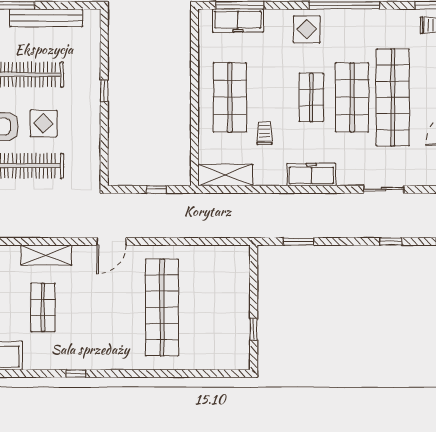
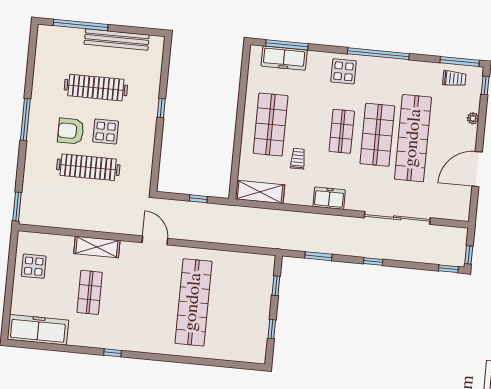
freezer: (311, 175) -> (329, 198), width x0.71
sliding door: (384, 189) -> (397, 218), width x1.86
door: (111, 241) -> (155, 240), swing flipped
window: (391, 241) -> (373, 261), moved
window: (254, 279) -> (276, 286), added

